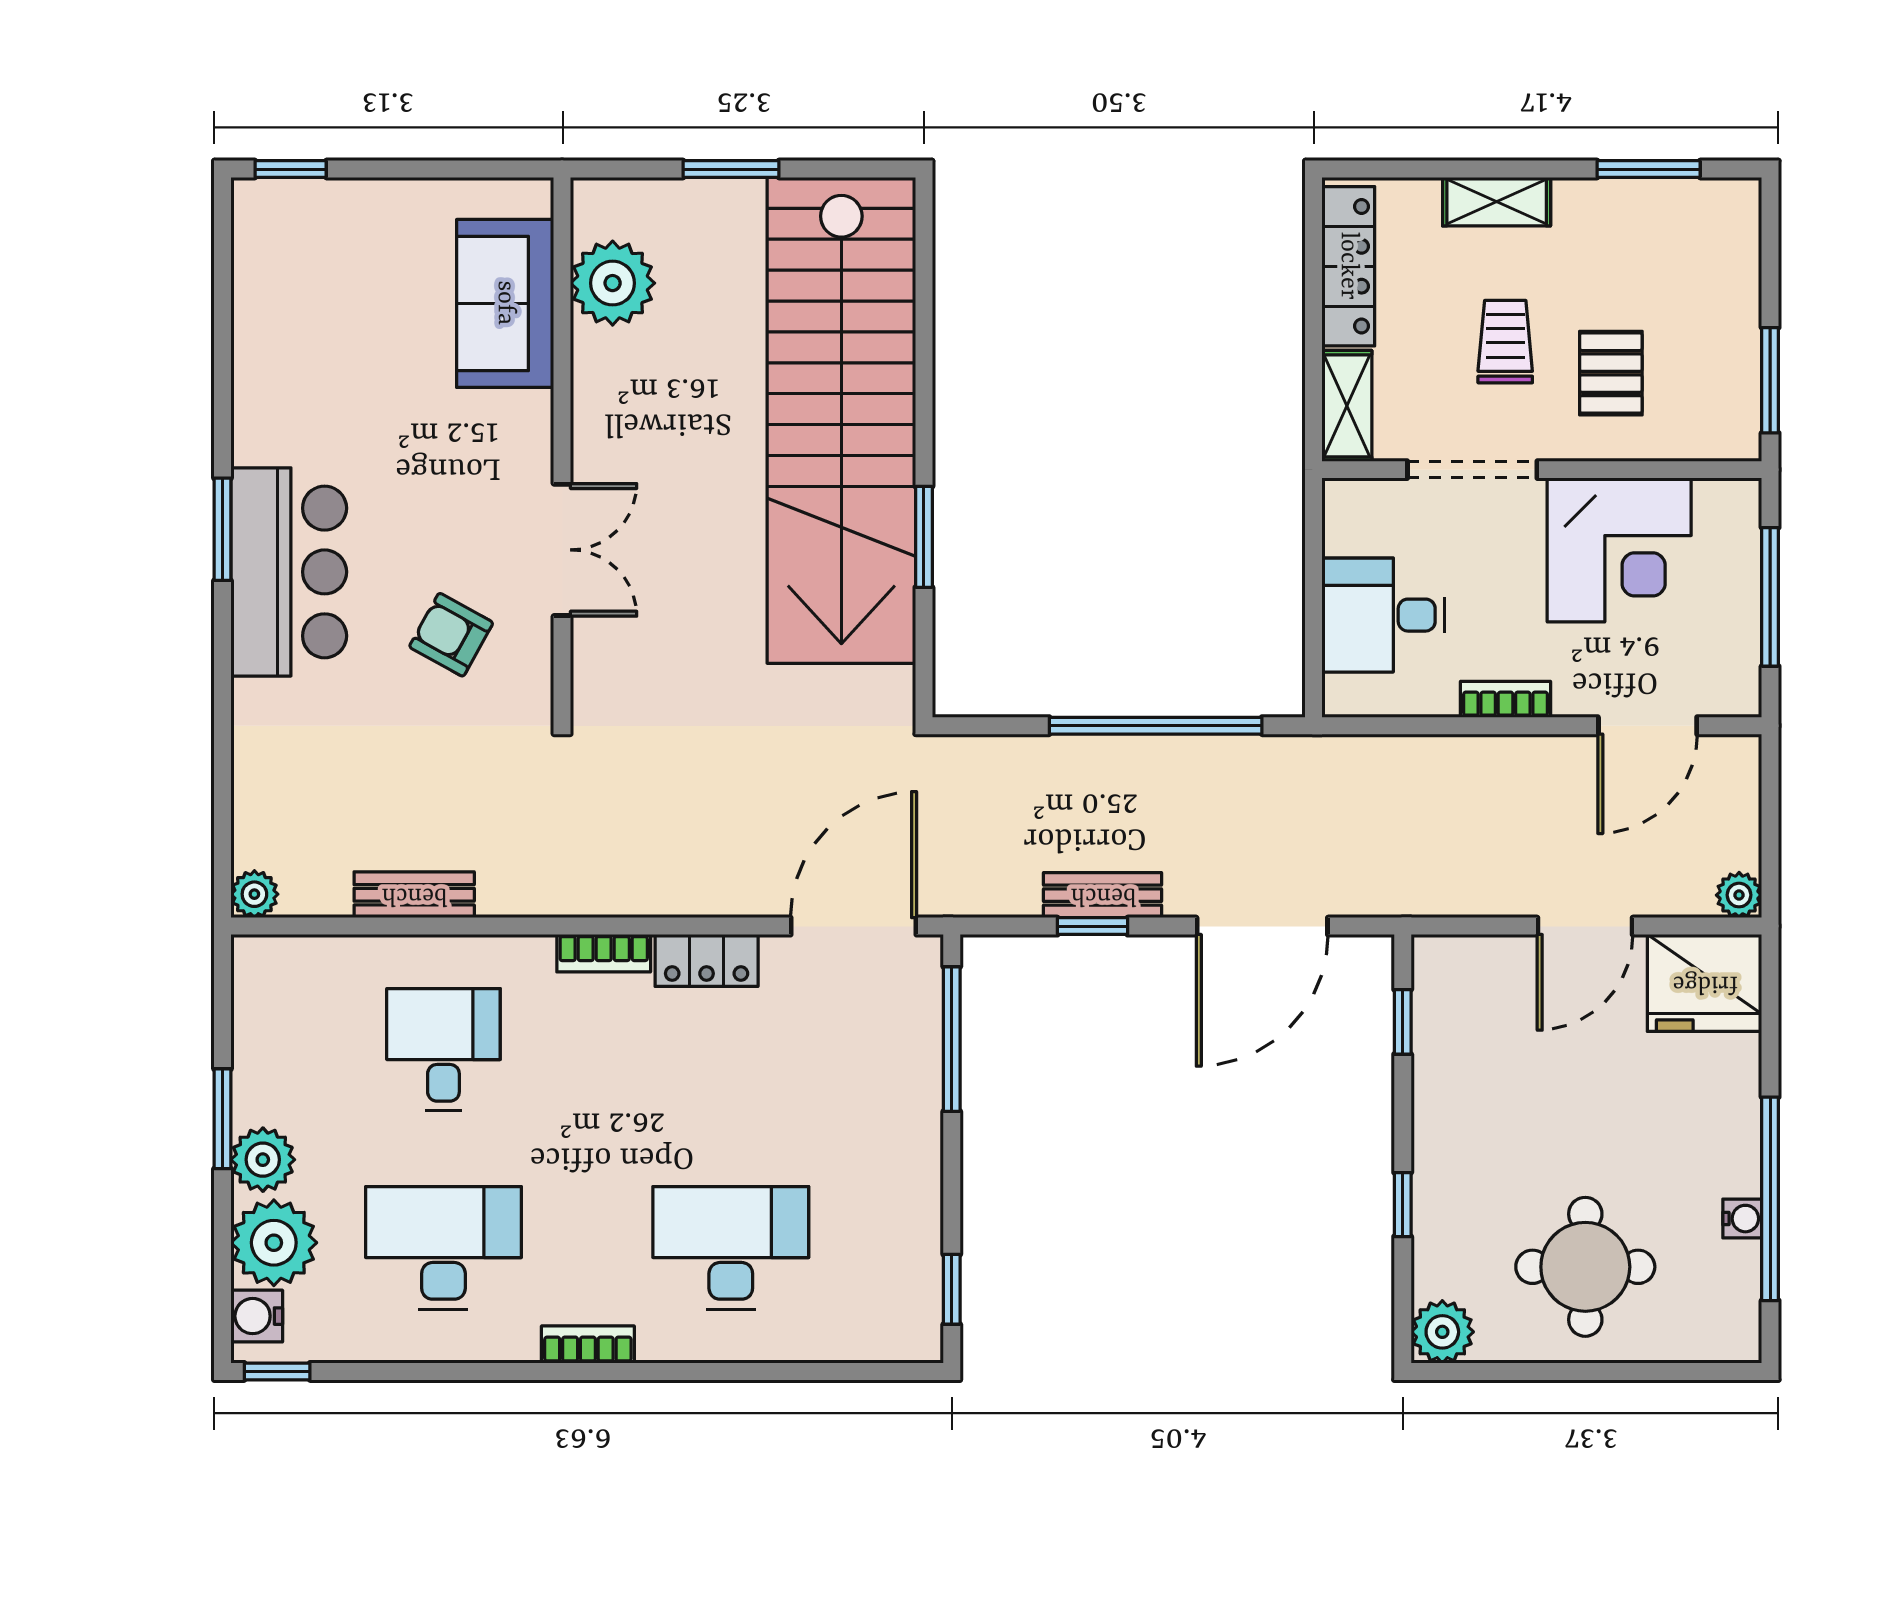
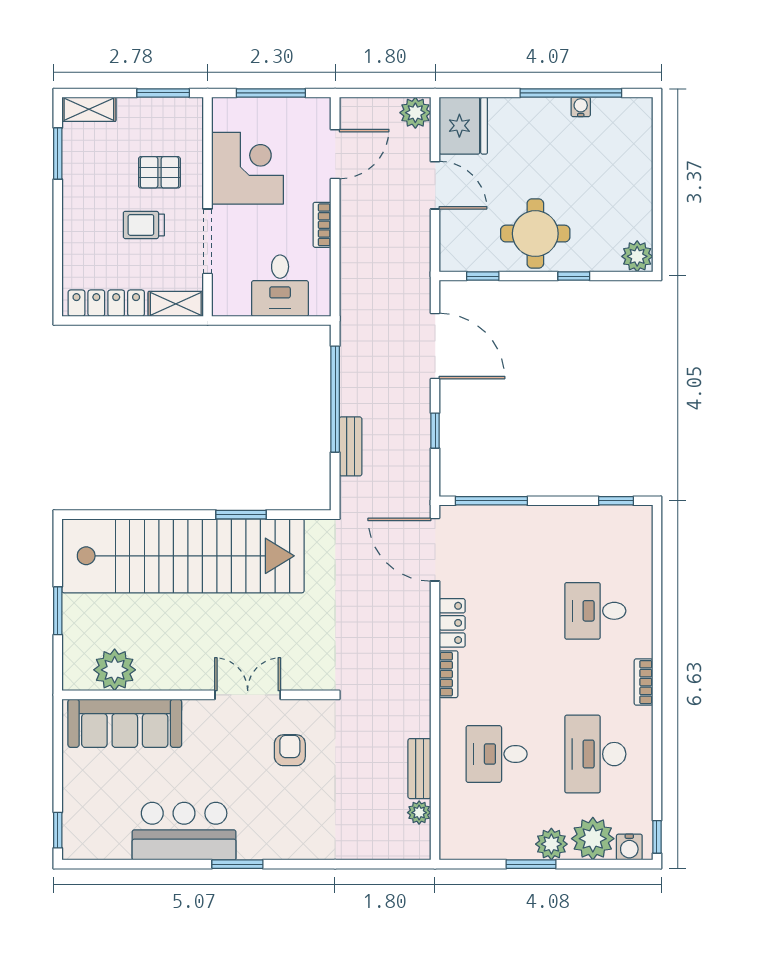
shelving: (1497, 202) -> (89, 109), moved, turned 90
sofa: (505, 303) -> (125, 723), width x1.36
bar counter: (289, 572) -> (184, 831), moved
armchair: (451, 635) -> (290, 750), turned 151
door: (1648, 726) -> (335, 154), hinge flipped
plant: (254, 894) -> (419, 813), moved
bench: (1103, 895) -> (351, 446), moved
plant: (1739, 895) -> (415, 113), width x1.38, depth x1.38
desk: (731, 1248) -> (595, 611), width x0.73
round table: (1585, 1267) -> (535, 234), moved

